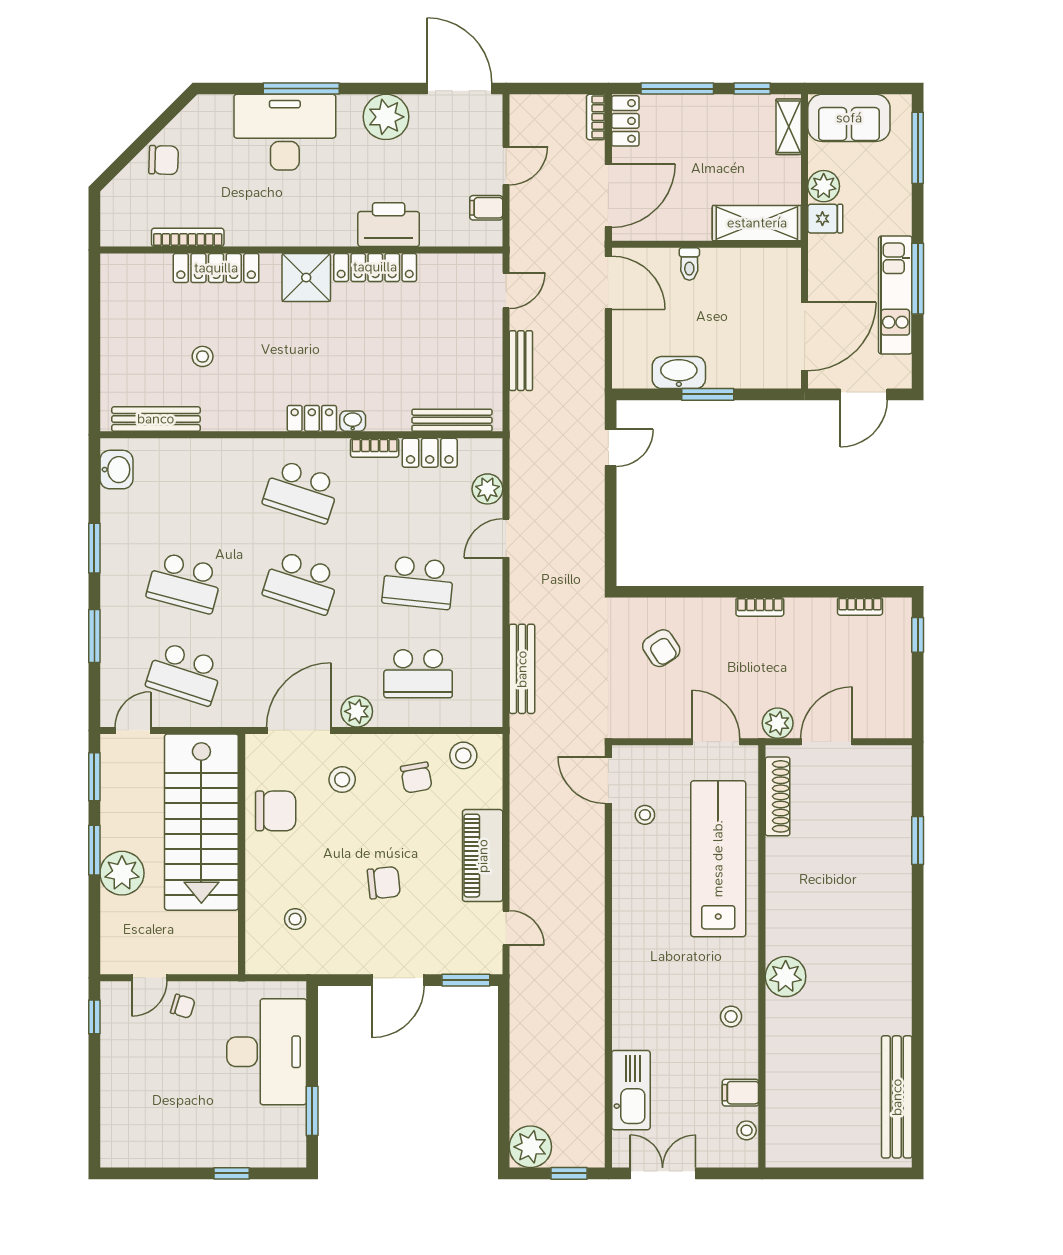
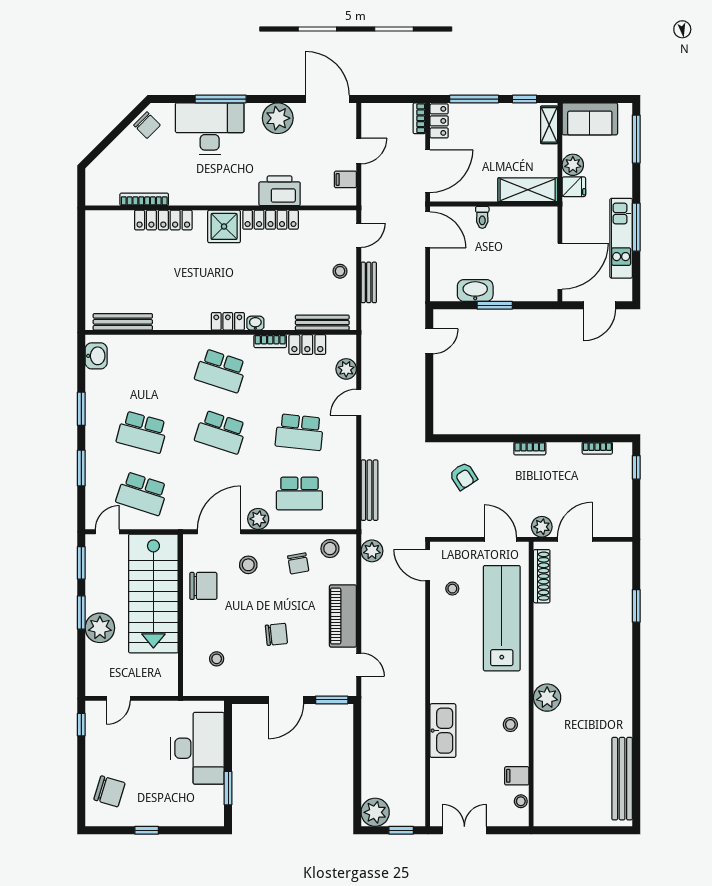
chair: (164, 160) -> (147, 125), moved, turned 43
stool: (203, 356) -> (340, 271), moved
plant: (526, 759) -> (372, 551), added
chair: (183, 1006) -> (109, 791), moved, width x1.87, depth x1.87
kitchen sink: (631, 1090) -> (443, 731), moved
window: (232, 1173) -> (147, 830), moved

